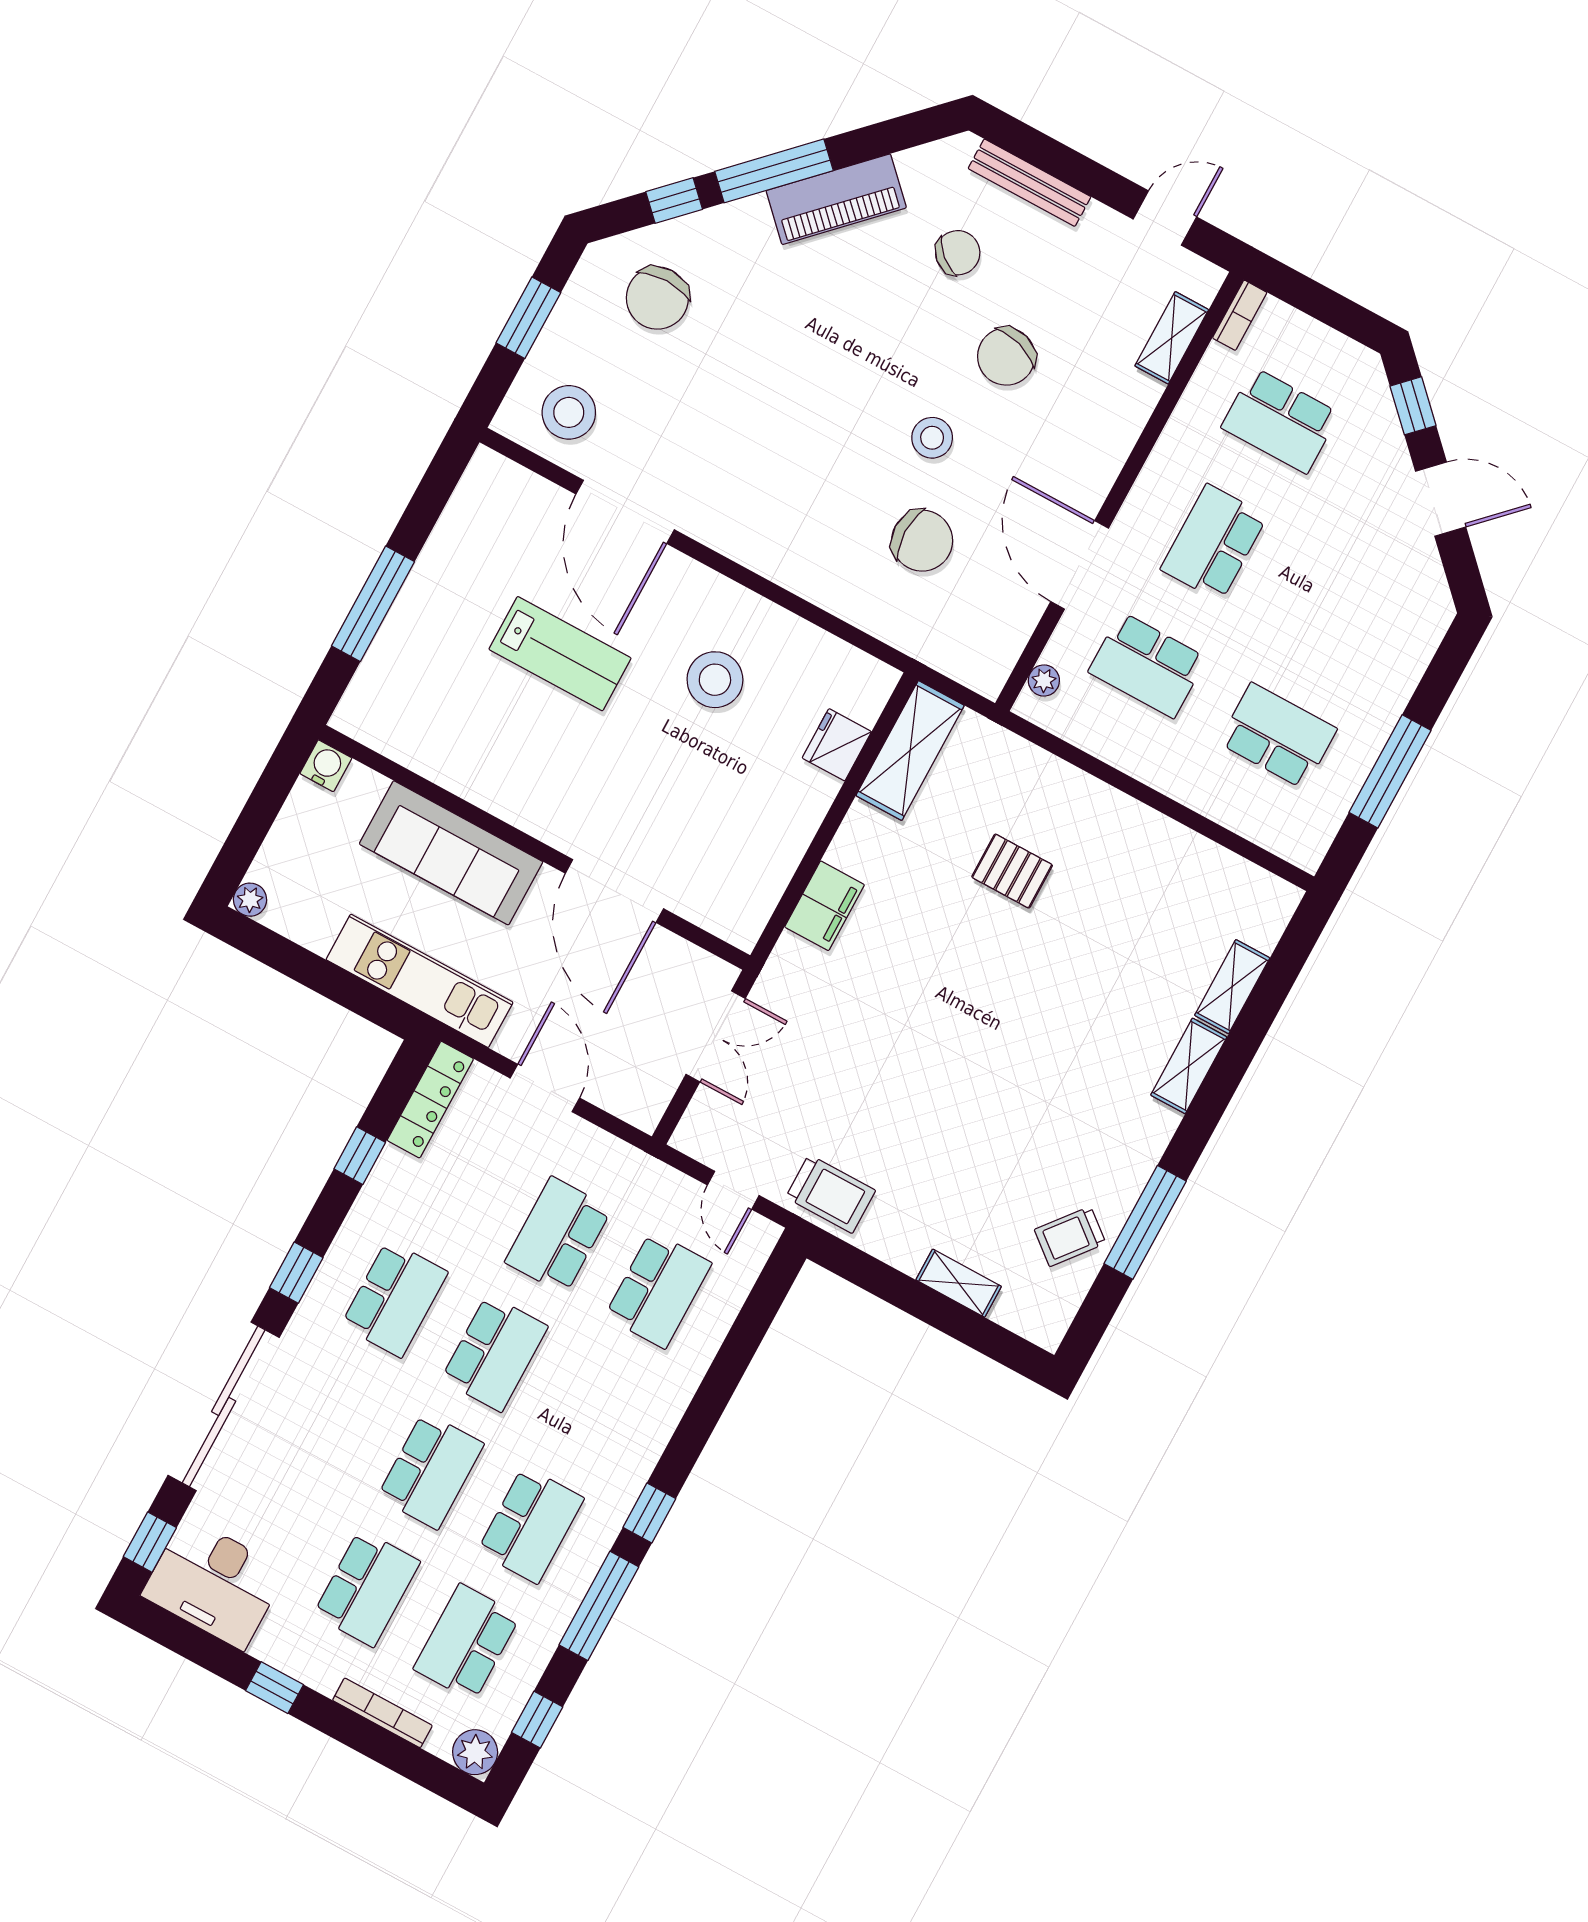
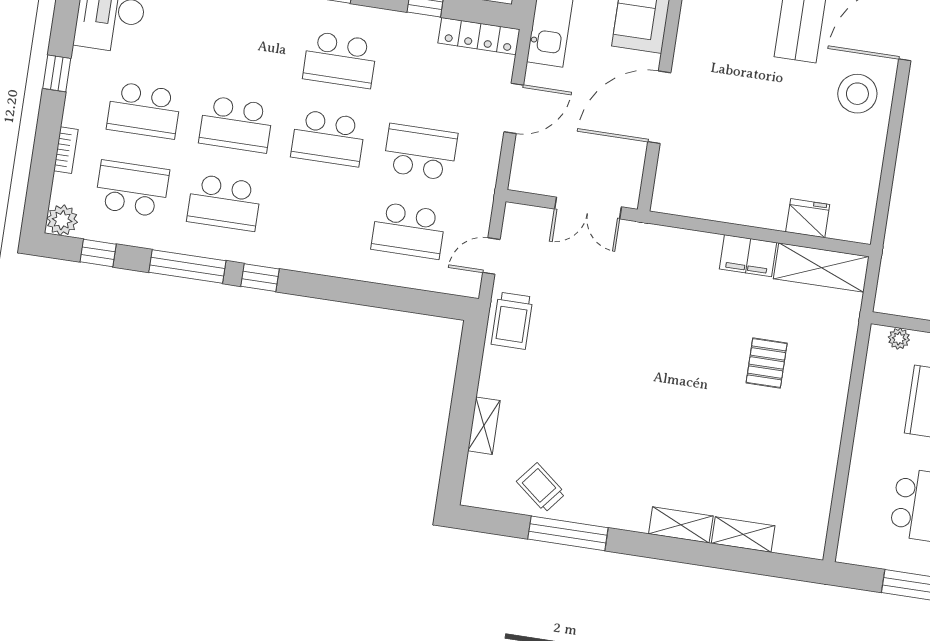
stool: (715, 680) -> (857, 94), moved
filing cabinet: (825, 906) -> (748, 256), moved
bookcase: (382, 1713) -> (66, 150), width x0.64

